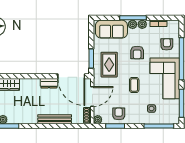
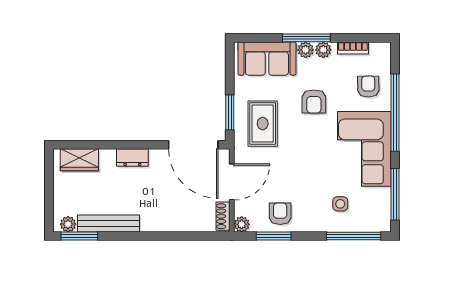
dresser: (49, 83) -> (132, 158), moved
coffee table: (134, 85) -> (308, 161), removed
bench: (55, 119) -> (108, 224), moved

